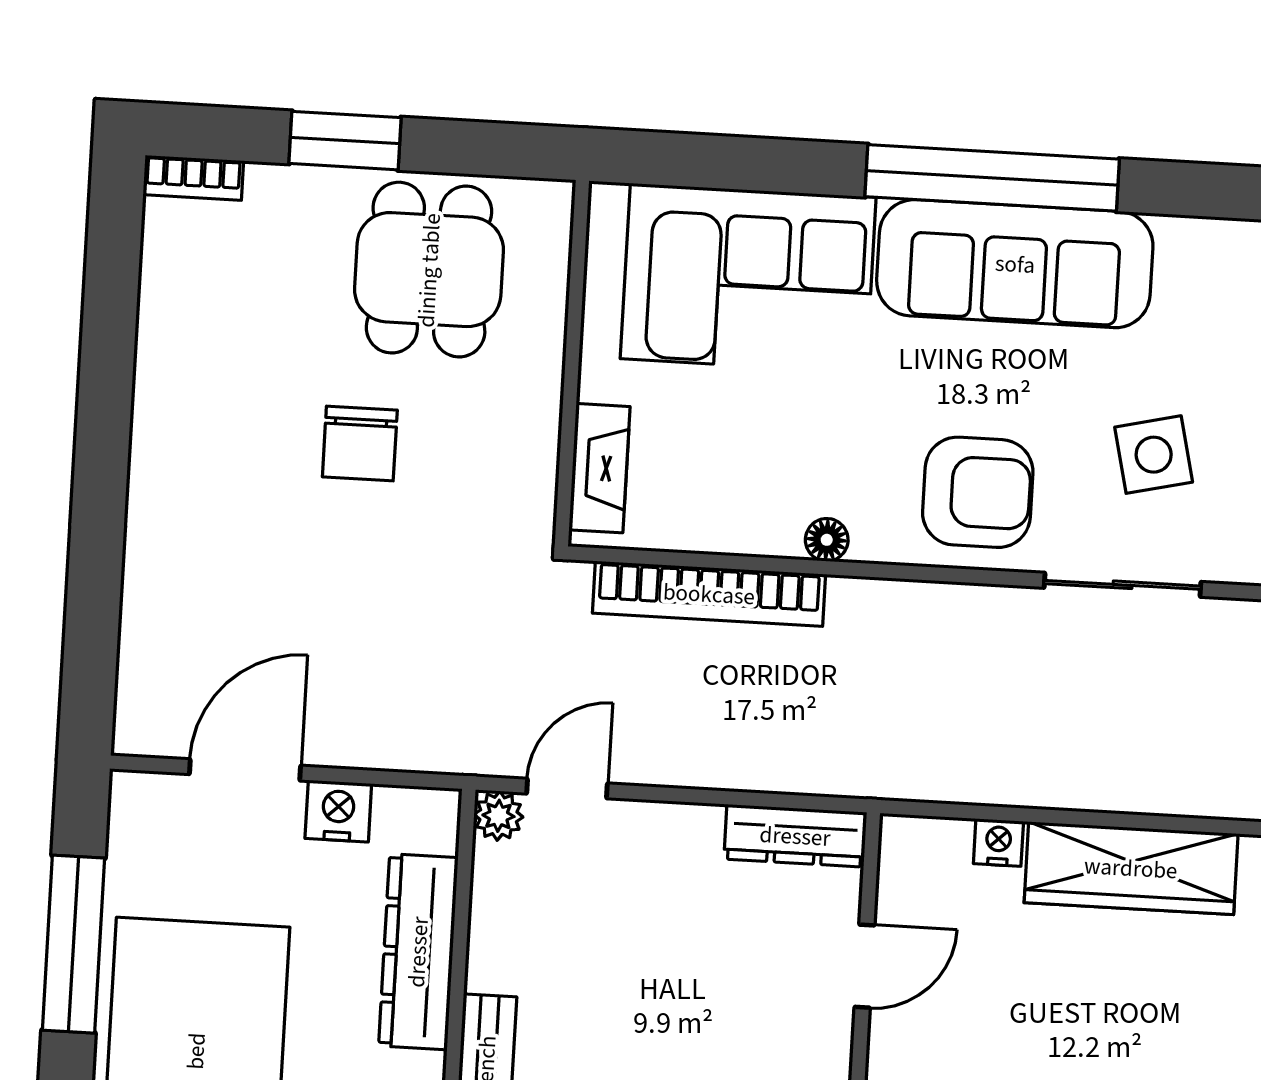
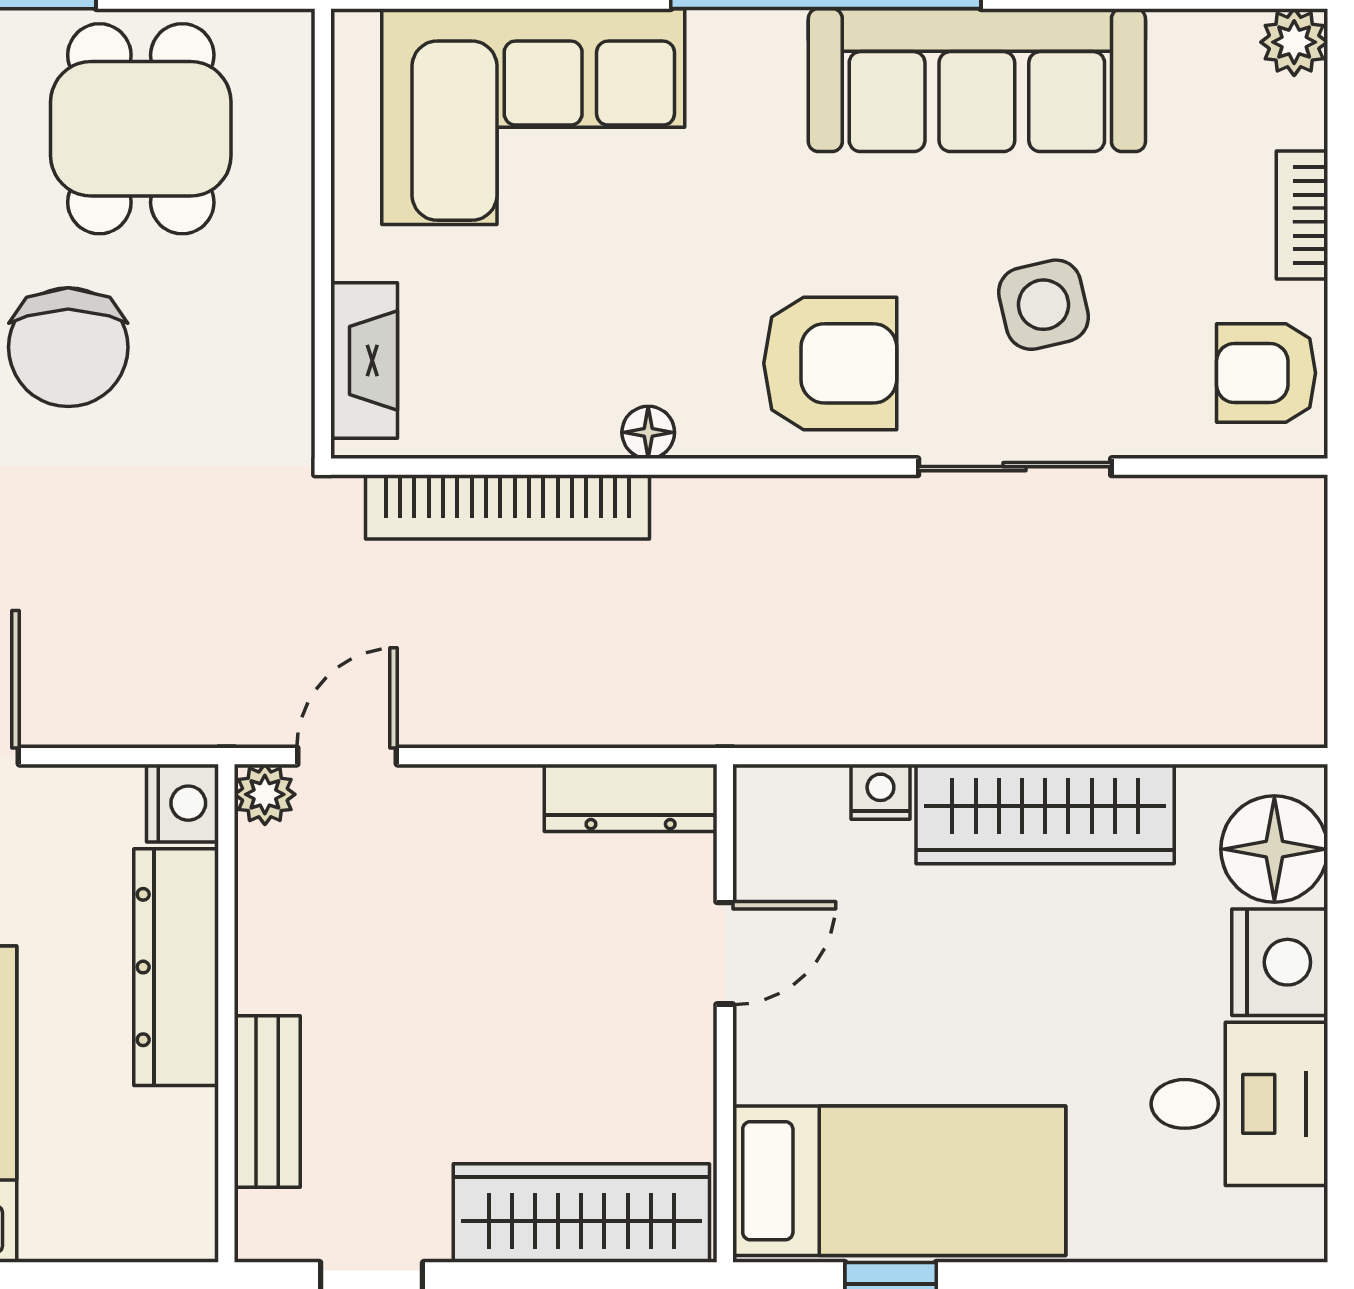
sofa: (1015, 264) -> (977, 80), moved
chair: (360, 443) -> (68, 347), width x1.37, depth x1.37
nightstand: (338, 811) -> (182, 803), moved, turned 90

